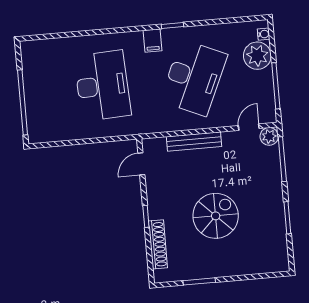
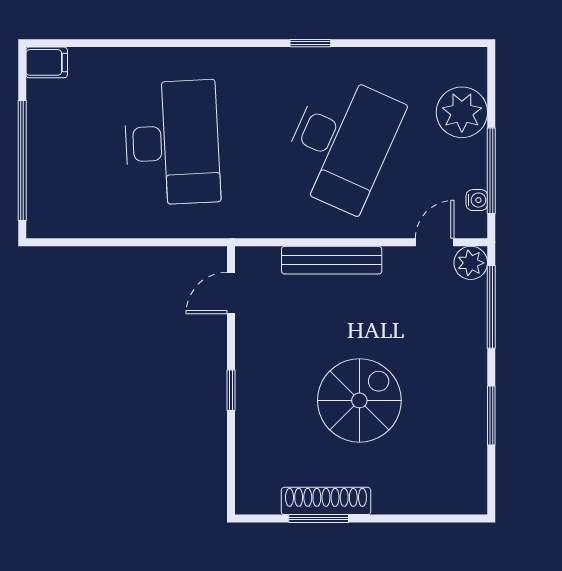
water cooler: (264, 34) -> (477, 200), moved
filing cabinet: (152, 41) -> (47, 62), moved, turned -90
shoe rack: (158, 244) -> (326, 501), moved, turned -90

